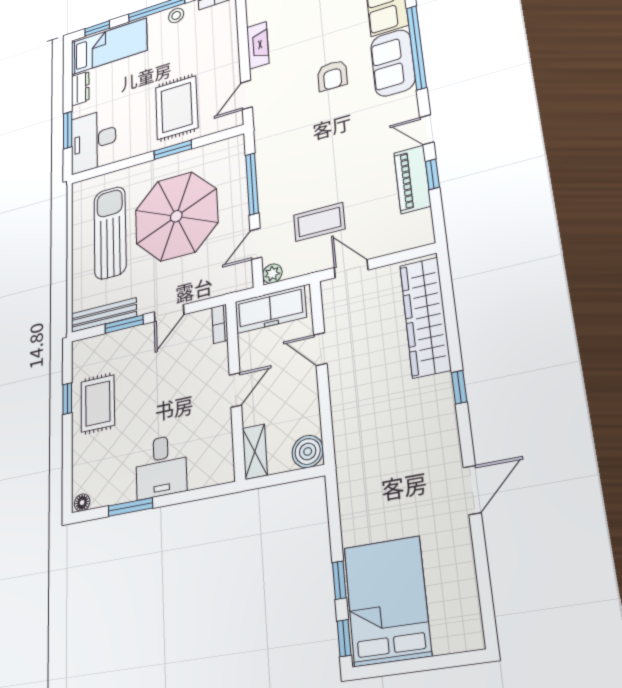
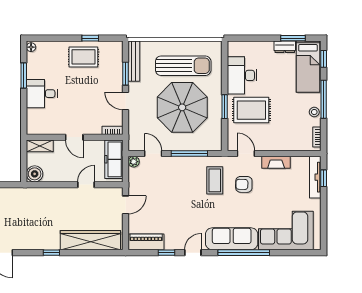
sofa: (393, 63) -> (232, 239), width x1.36
armchair: (332, 75) -> (244, 184), moved
window: (68, 130) -> (293, 38), moved
desk: (93, 141) -> (242, 75), moved, turned -90
piano: (412, 179) -> (146, 242), moved
coffee table: (319, 222) -> (215, 180), moved

